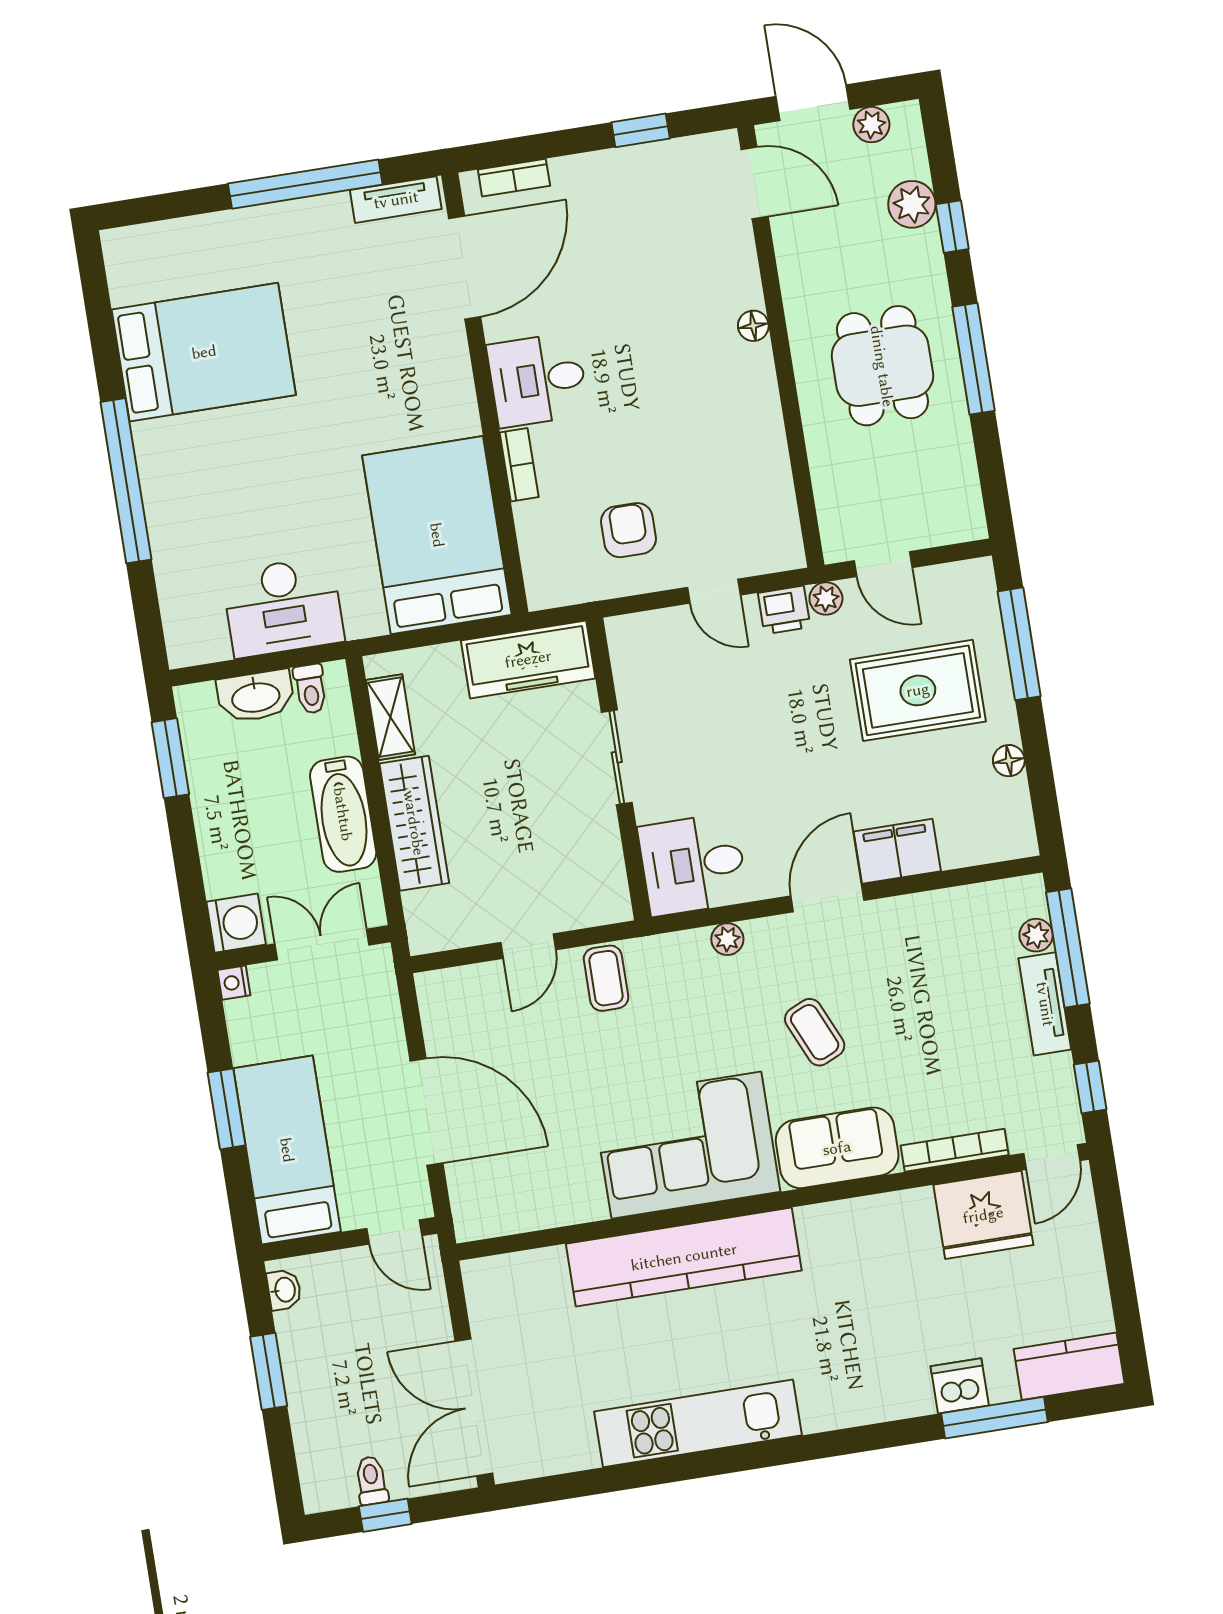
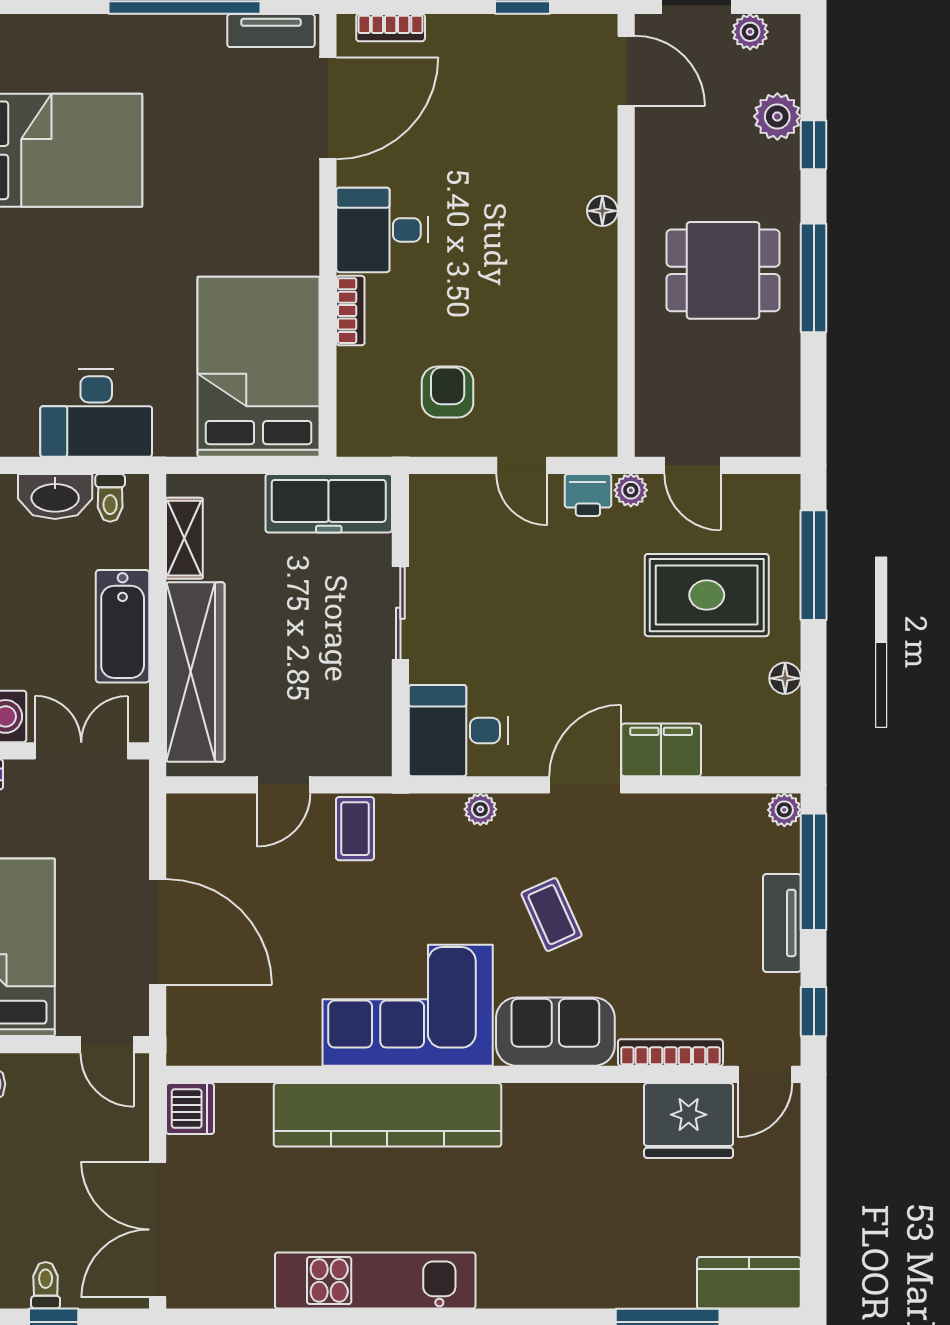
dining table: (882, 366) -> (723, 270), turned 90
wardrobe: (414, 823) -> (195, 672), width x1.40, depth x1.17
plant: (1036, 935) -> (784, 810), moved
dishwasher: (960, 1386) -> (190, 1109), moved, turned 90

